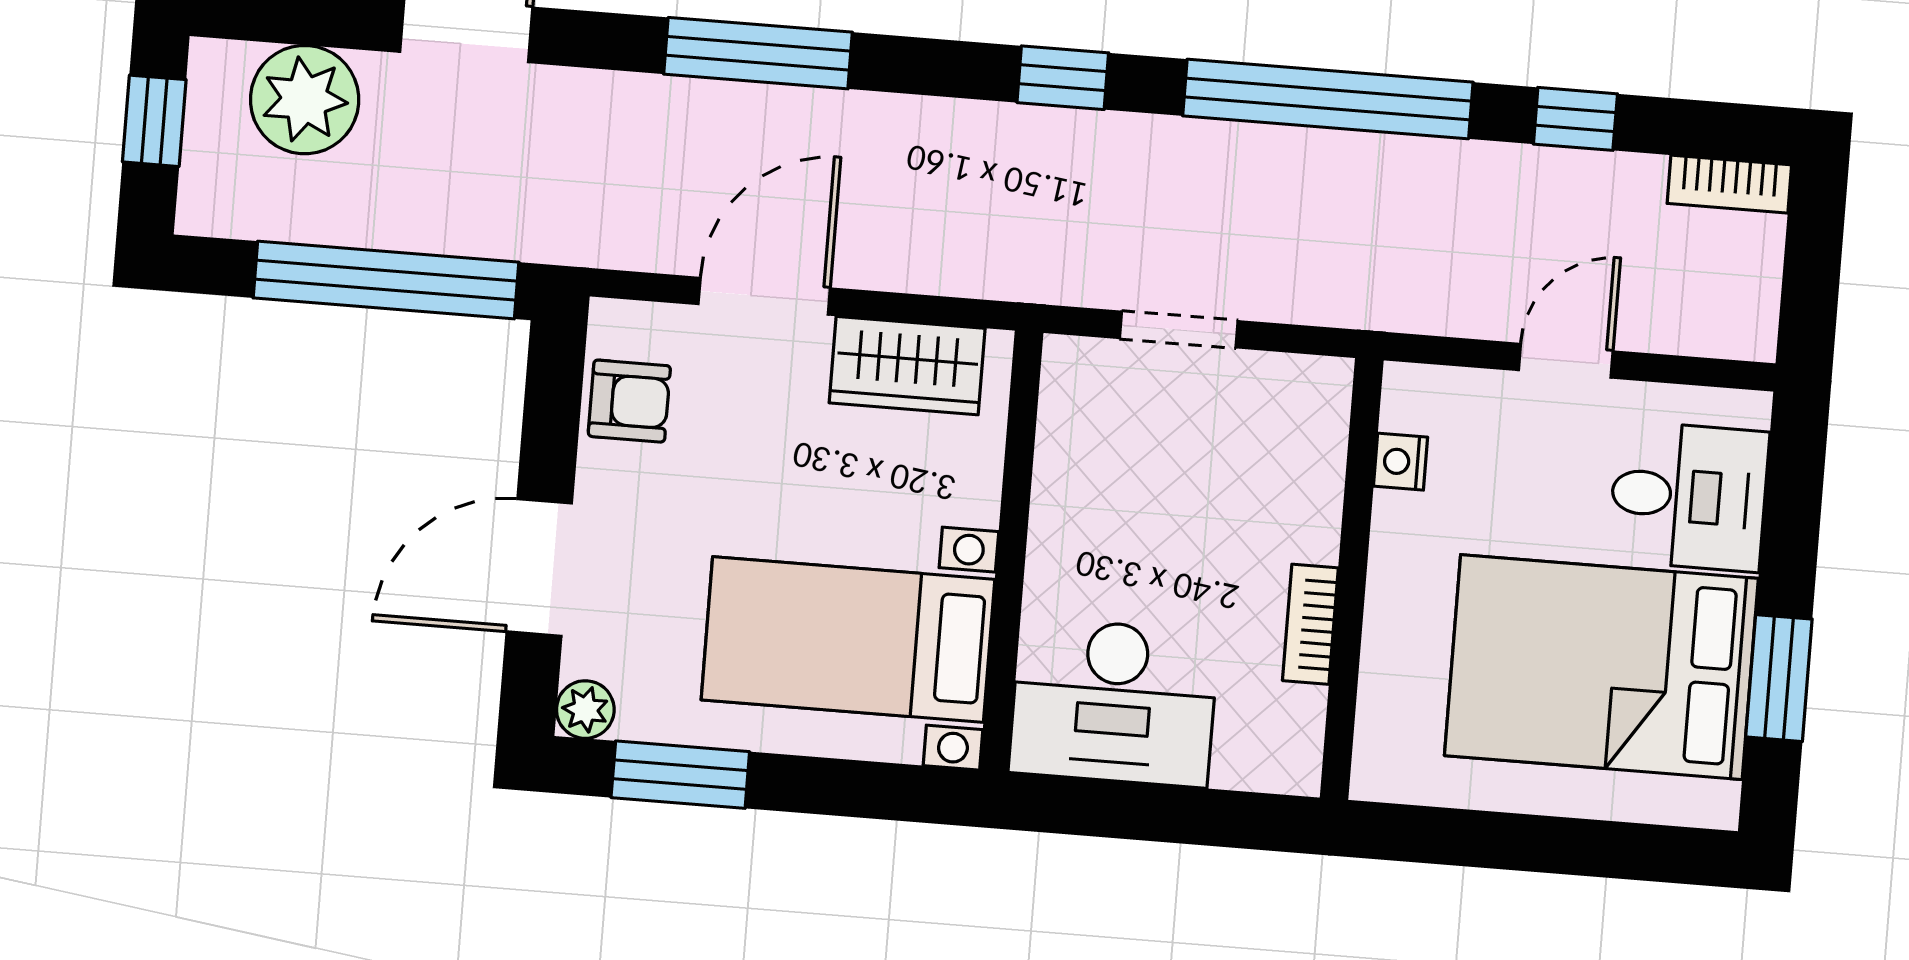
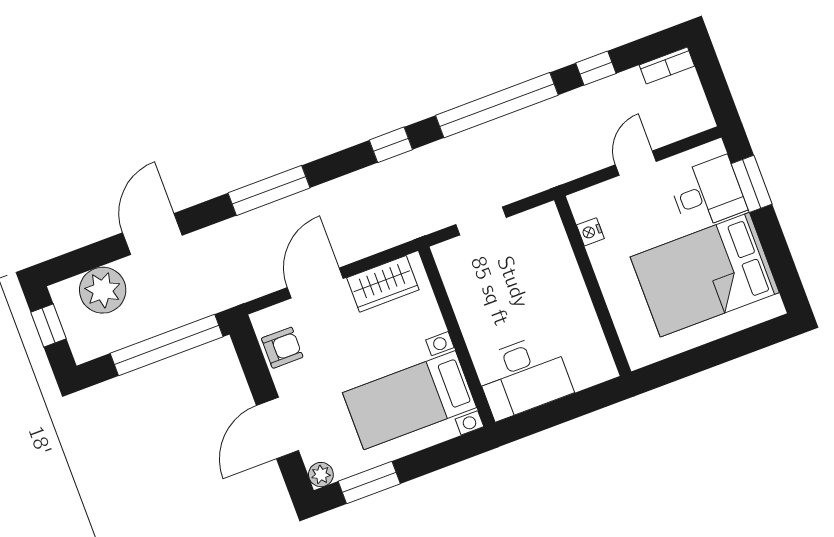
bookcase: (1310, 624) -> (585, 311), removed
window: (1779, 678) -> (752, 184), moved

